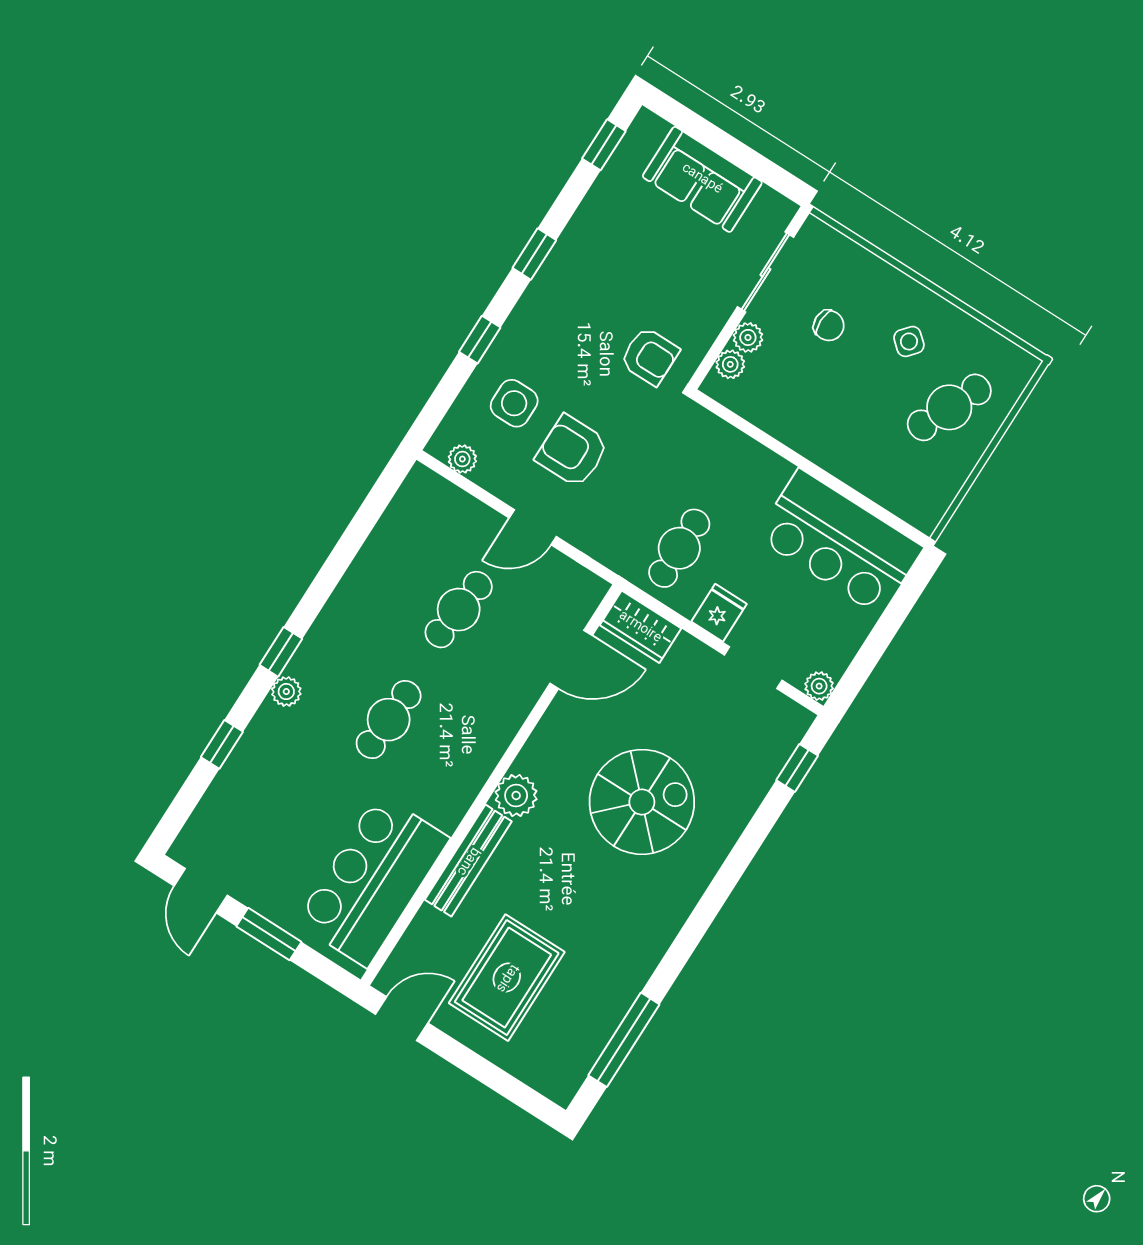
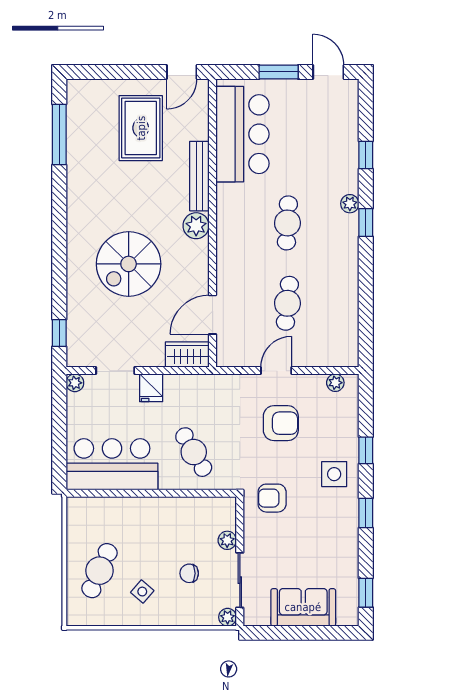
plant: (730, 364) -> (228, 617), moved
side table: (514, 403) -> (334, 474), moved
cafe table: (679, 548) -> (194, 452), moved, turned -30

